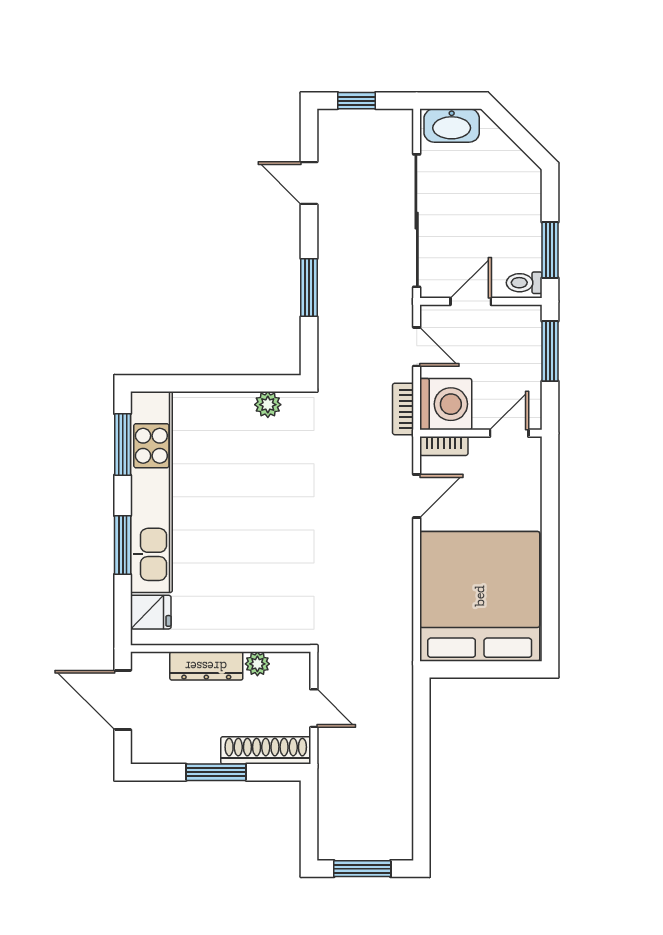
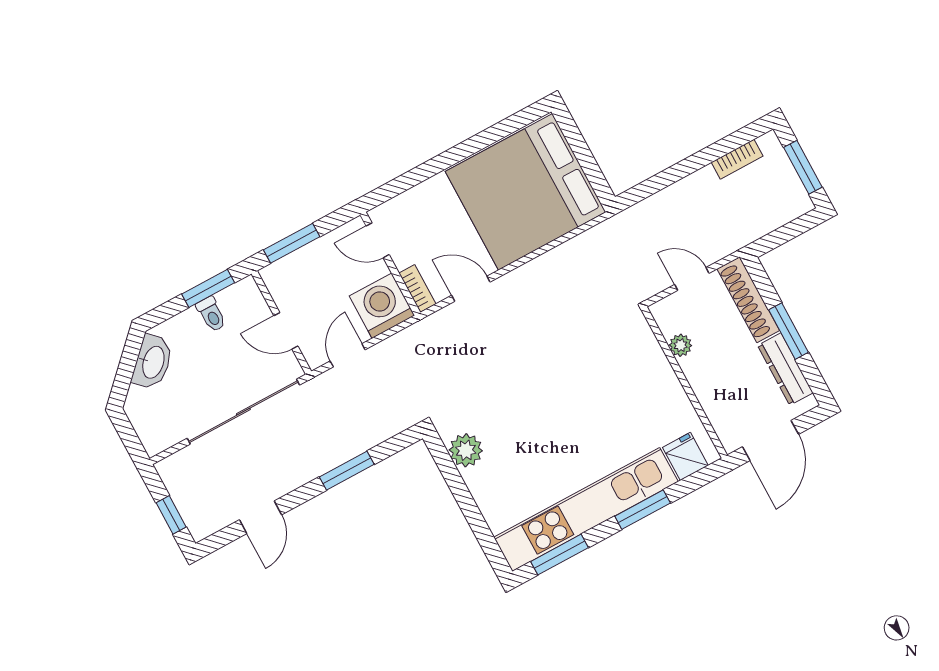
washbasin: (452, 125) -> (152, 362), moved, turned 45
toilet: (524, 283) -> (211, 314), moved
plant: (268, 405) -> (466, 450), width x1.38, depth x1.38
bookcase: (403, 409) -> (737, 159), moved
dresser: (206, 666) -> (785, 369), moved, turned 180
door: (314, 708) -> (692, 279), hinge flipped

